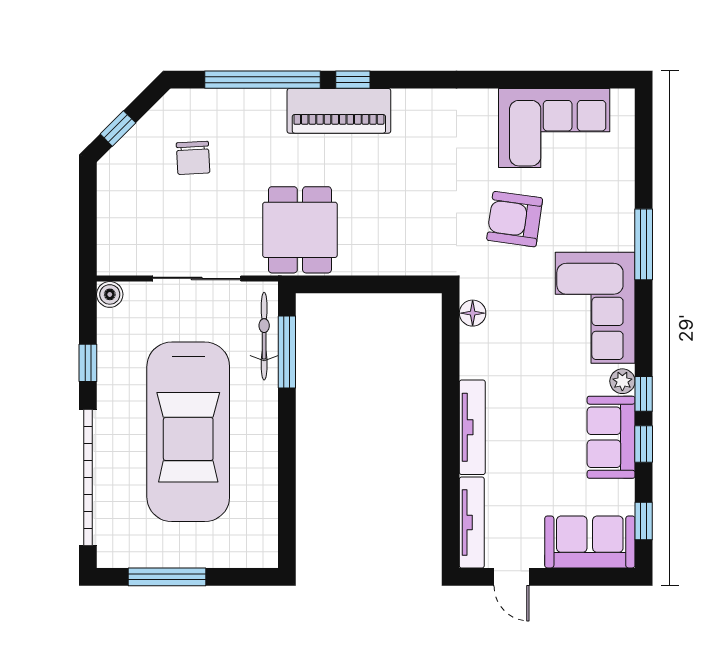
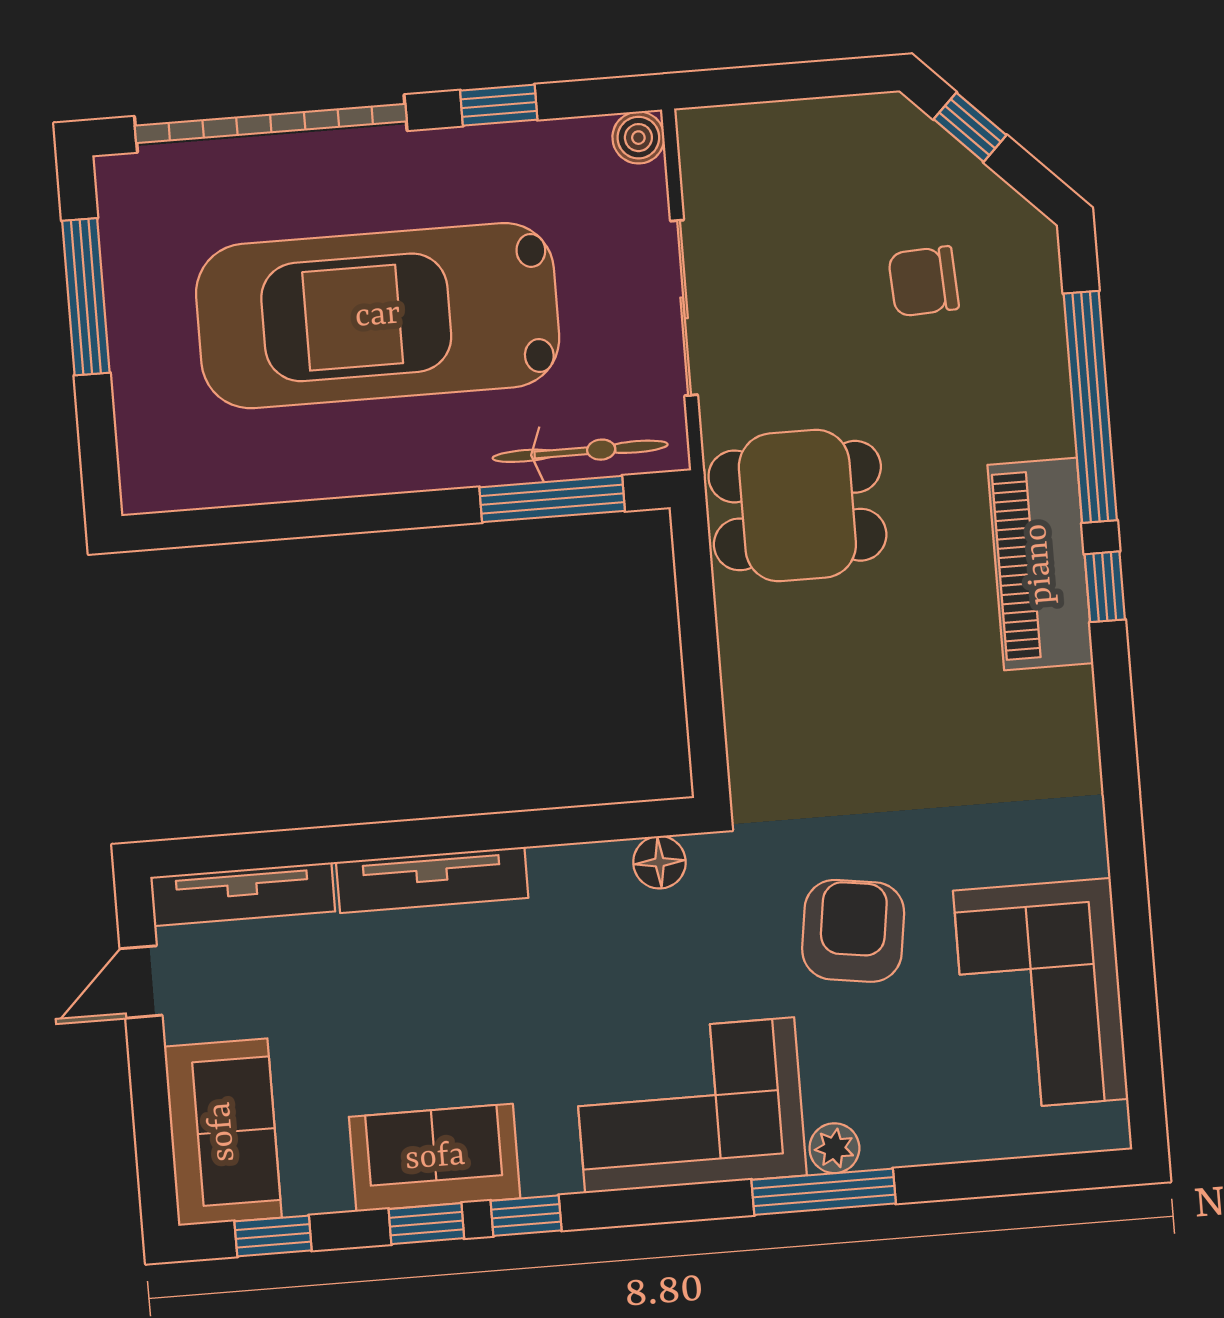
plant: (622, 381) -> (834, 1148), moved

